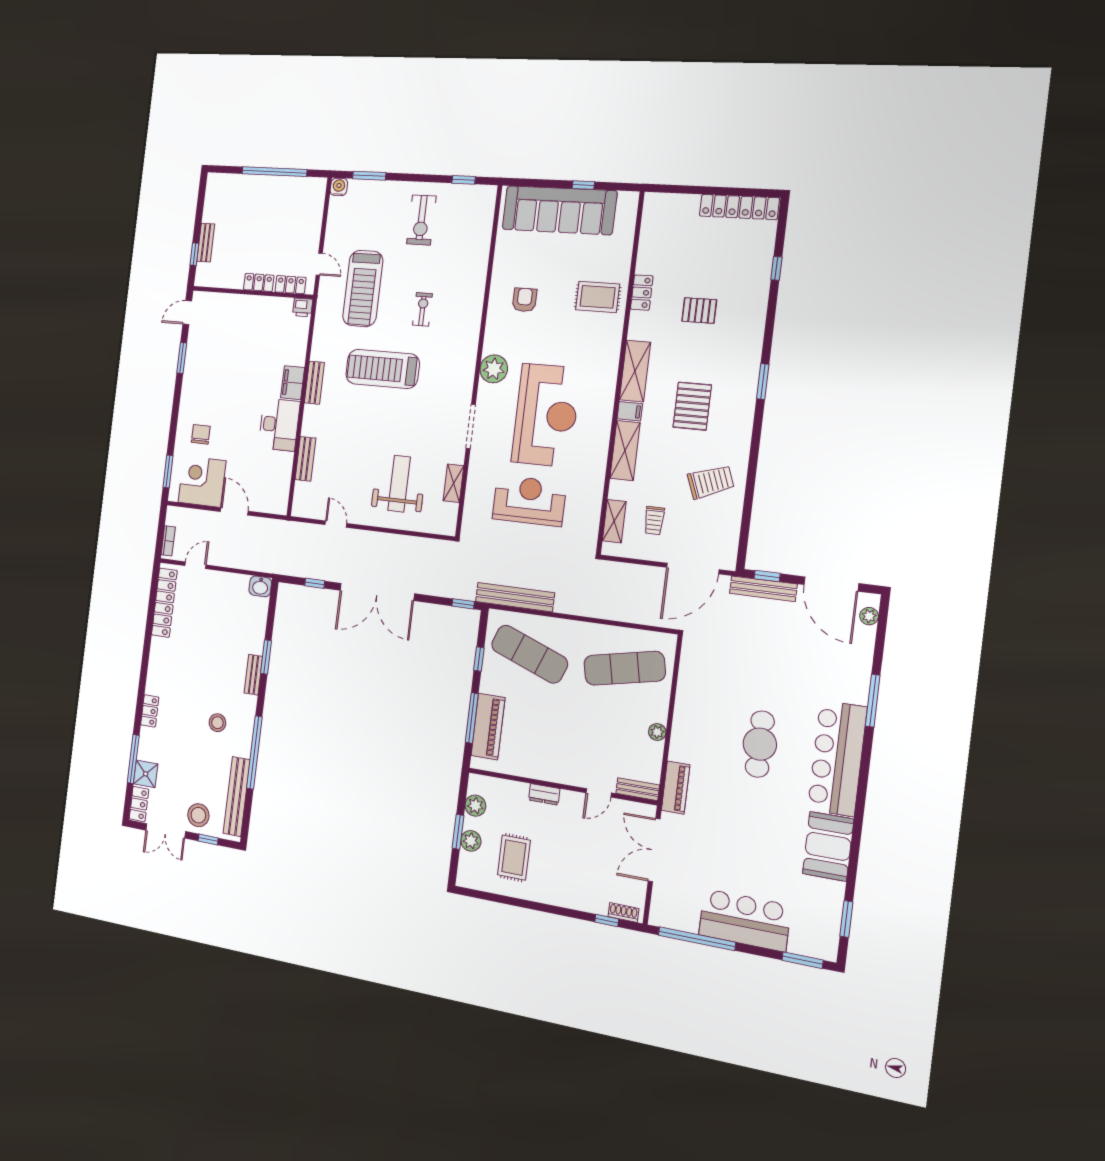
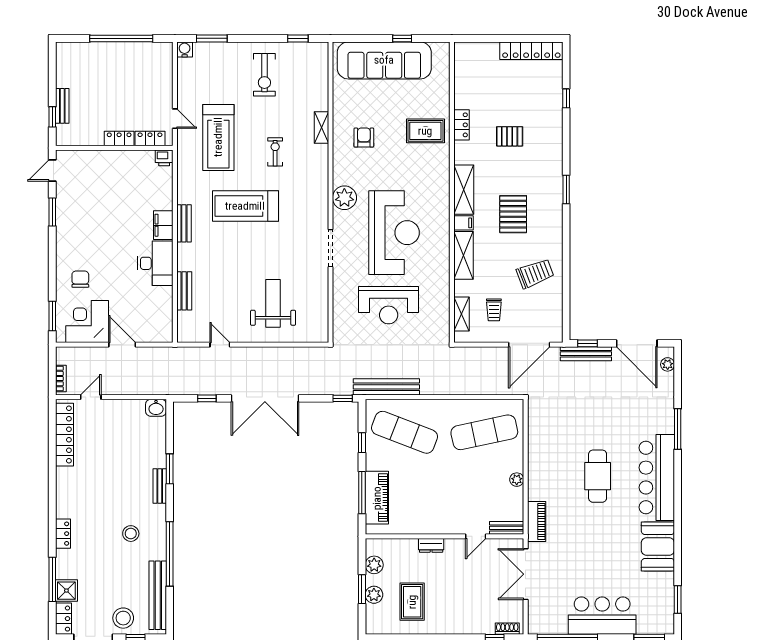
shelving: (453, 483) -> (321, 128), moved
reception desk: (529, 501) -> (389, 305), turned 180

